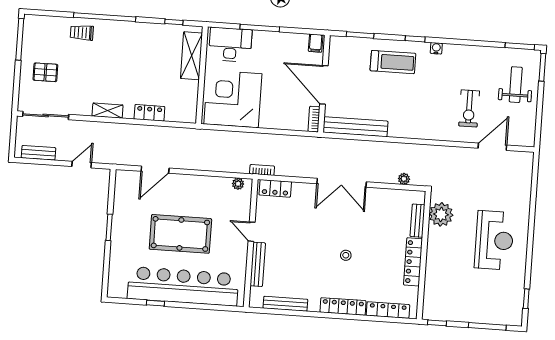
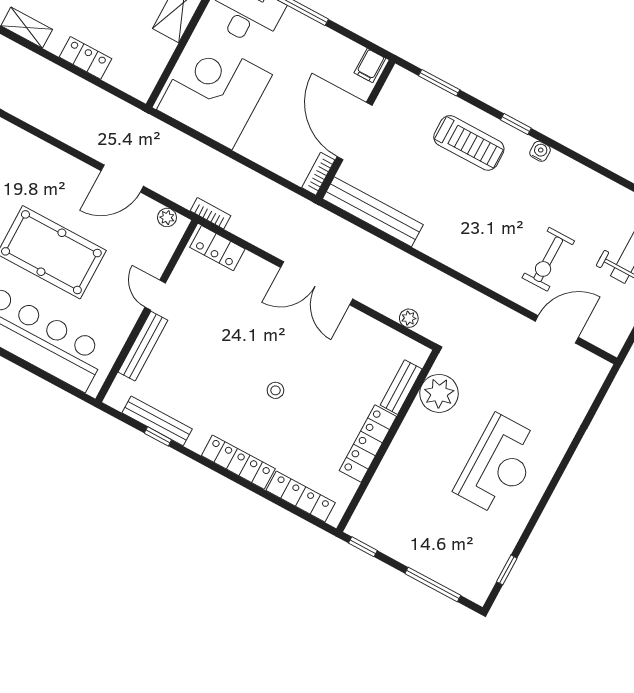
door: (155, 170) -> (122, 179), moved
window: (290, 313) -> (158, 436), added

